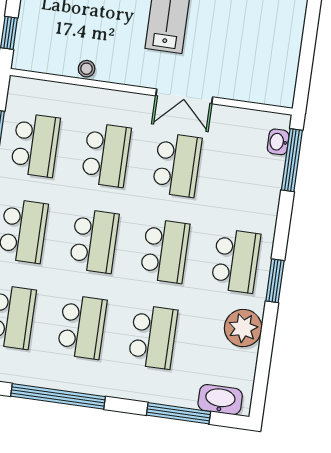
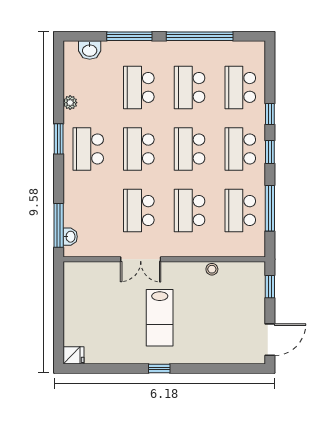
double door: (184, 96) -> (141, 259), swing flipped
plant: (243, 328) -> (70, 103), width x0.53, depth x0.53
washbasin: (220, 400) -> (90, 50), width x0.72
window: (178, 413) -> (129, 36), moved

